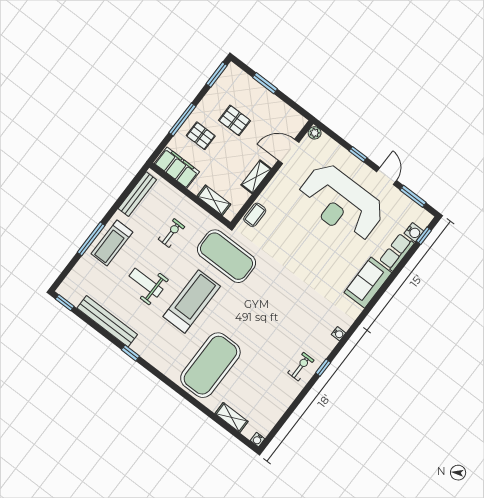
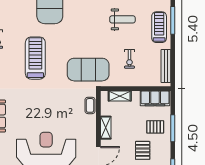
pallet: (235, 120) -> (143, 150), turned 90
treadmill: (192, 301) -> (35, 58), moved, turned 180

